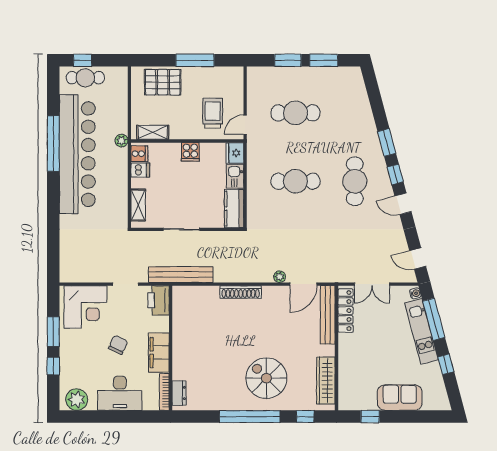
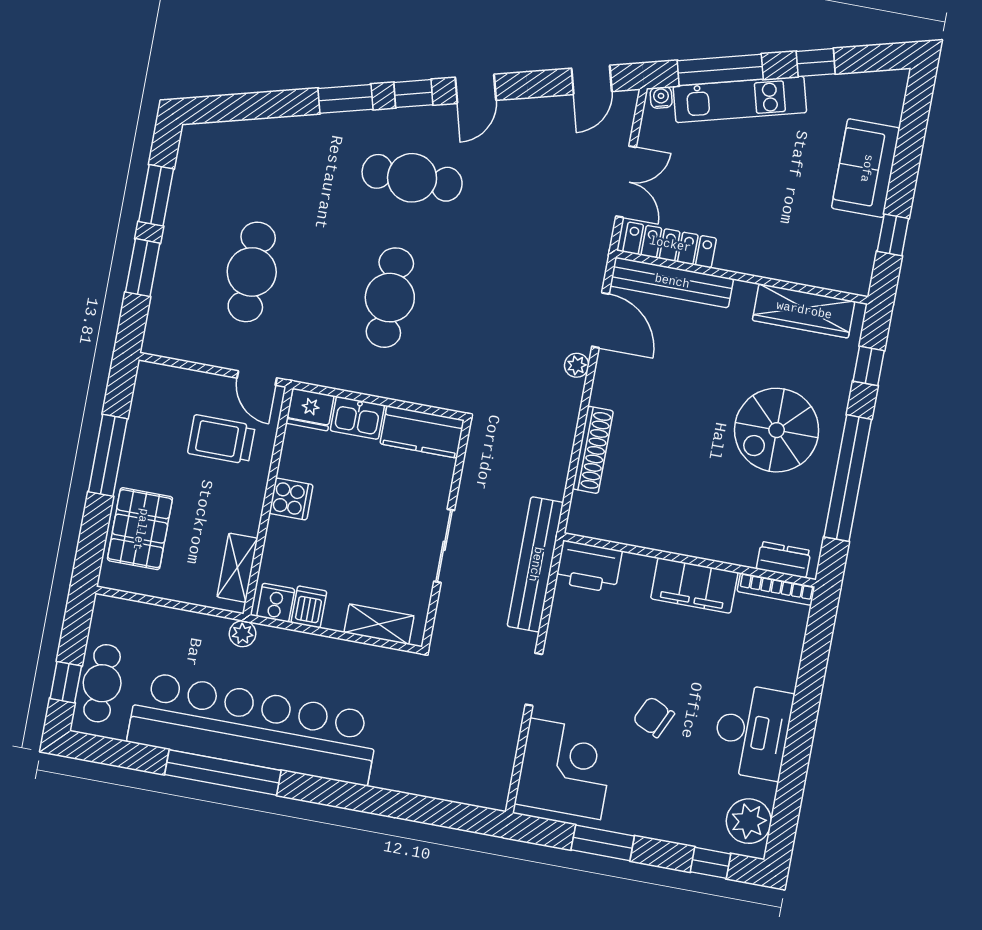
printer: (158, 300) -> (589, 567), moved
wall: (171, 348) -> (690, 560), moved
filing cabinet: (159, 353) -> (694, 585), moved
window: (53, 366) -> (711, 863), moved
bookcase: (164, 392) -> (776, 589), moved
dresser: (179, 393) -> (784, 560), moved

